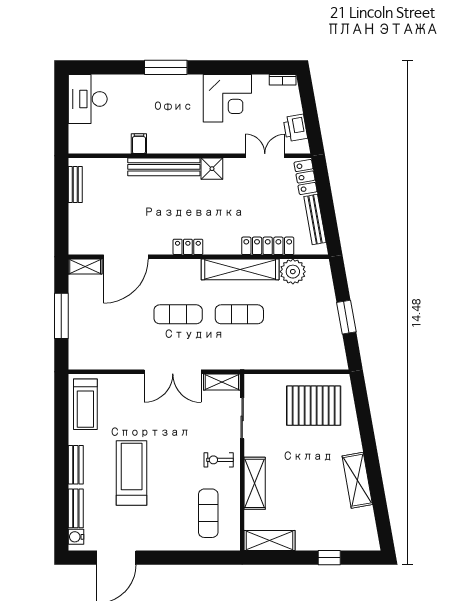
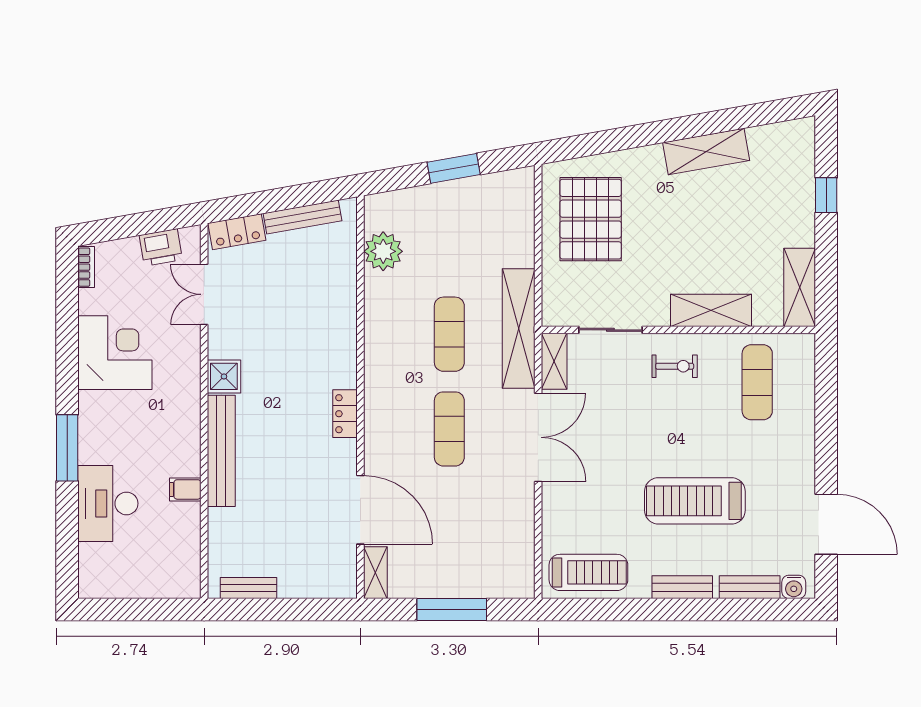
desk: (88, 99) -> (108, 503), moved, turned 90
locker: (268, 246) -> (343, 290), removed
shelving: (240, 269) -> (519, 328), moved
exercise bike: (219, 460) -> (675, 366), turned -90
exercise mat: (208, 513) -> (757, 382), turned 90

